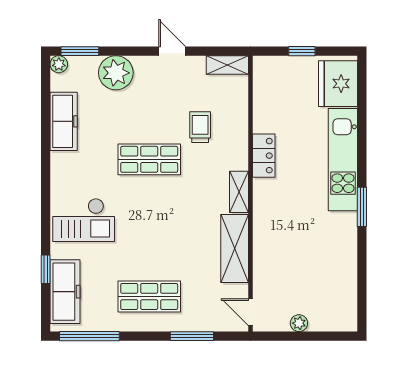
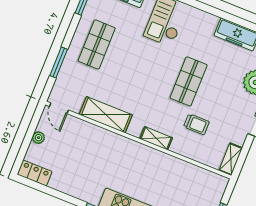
locker: (264, 156) -> (35, 173), moved, turned 180
shelving: (239, 192) -> (156, 138), moved
door: (250, 312) -> (59, 108), swing flipped

